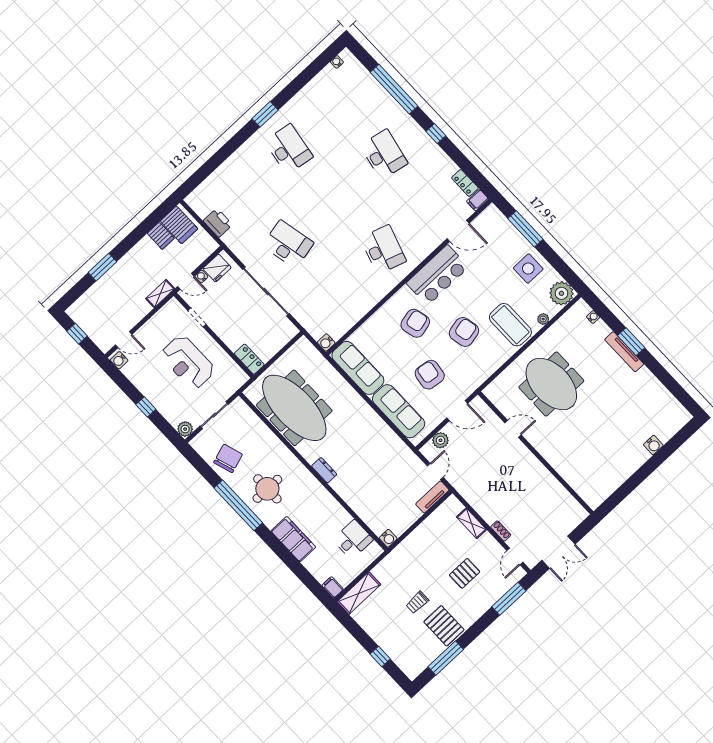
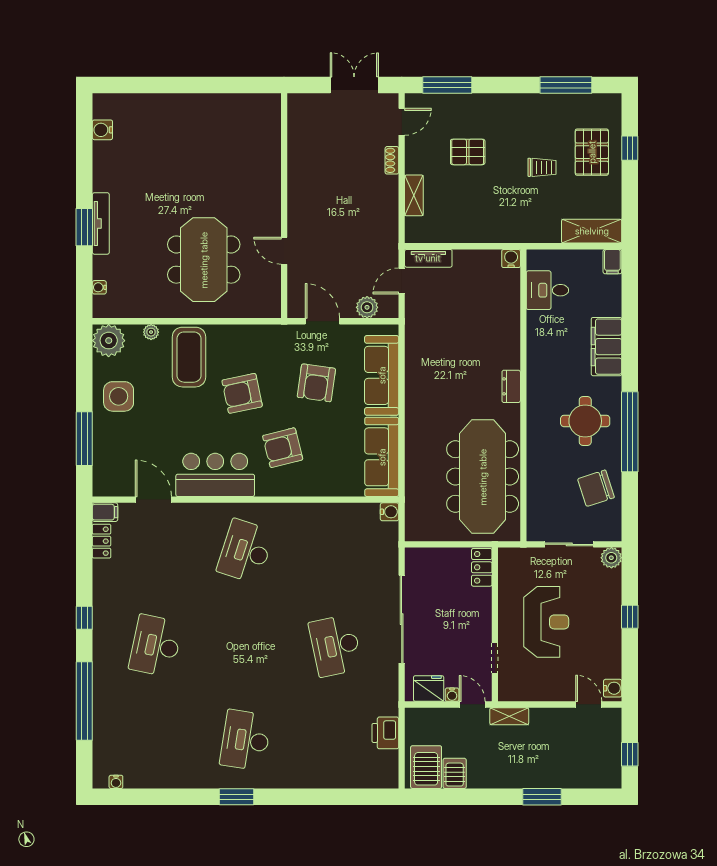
water cooler: (653, 445) -> (102, 130), moved, turned -90
pallet: (444, 626) -> (592, 152), moved

